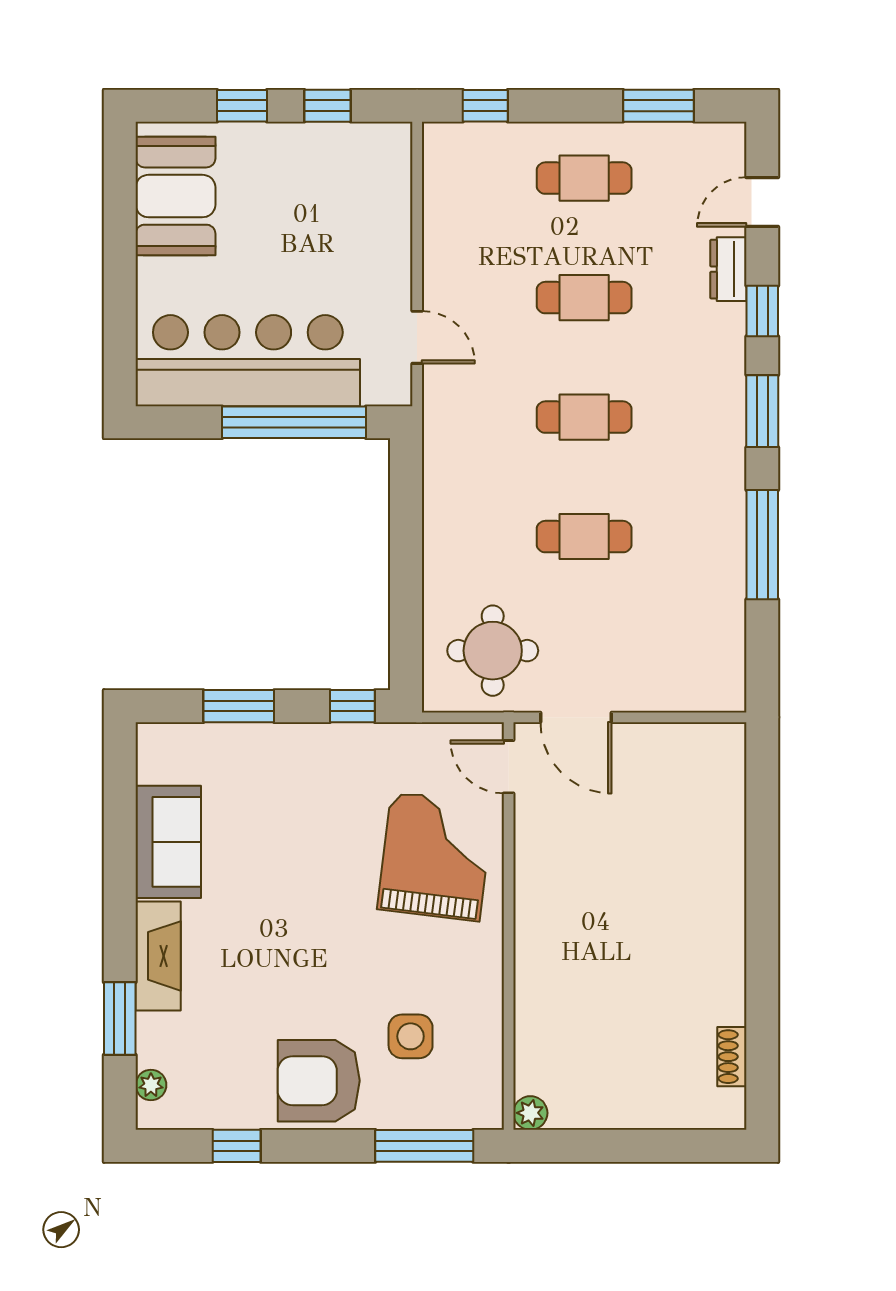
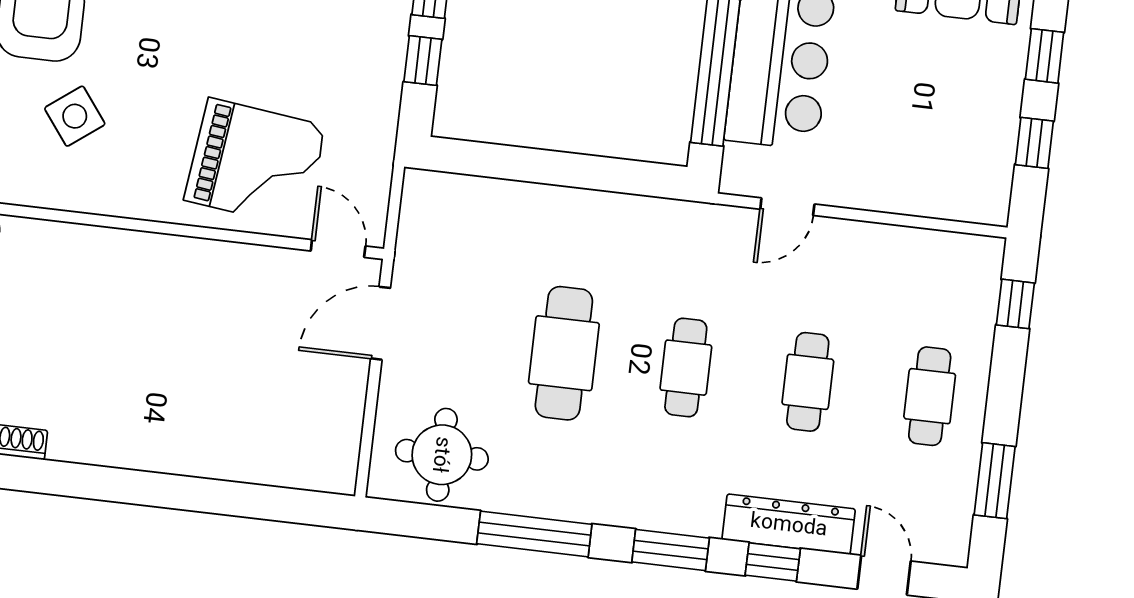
dresser: (728, 269) -> (789, 524), width x1.96, depth x1.24
cafe table: (584, 537) -> (564, 353), width x1.37, depth x1.35
round table: (493, 651) -> (442, 455), moved
window: (352, 706) -> (423, 61), moved
door: (509, 767) -> (338, 249), hinge flipped
side table: (411, 1036) -> (75, 116), turned -37

